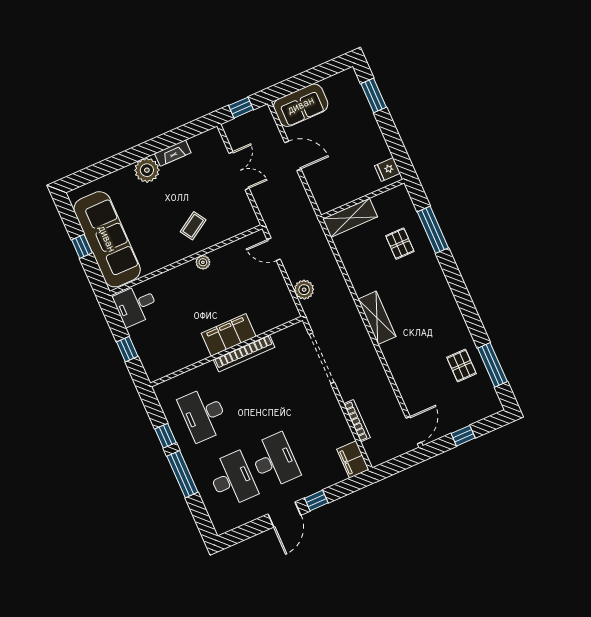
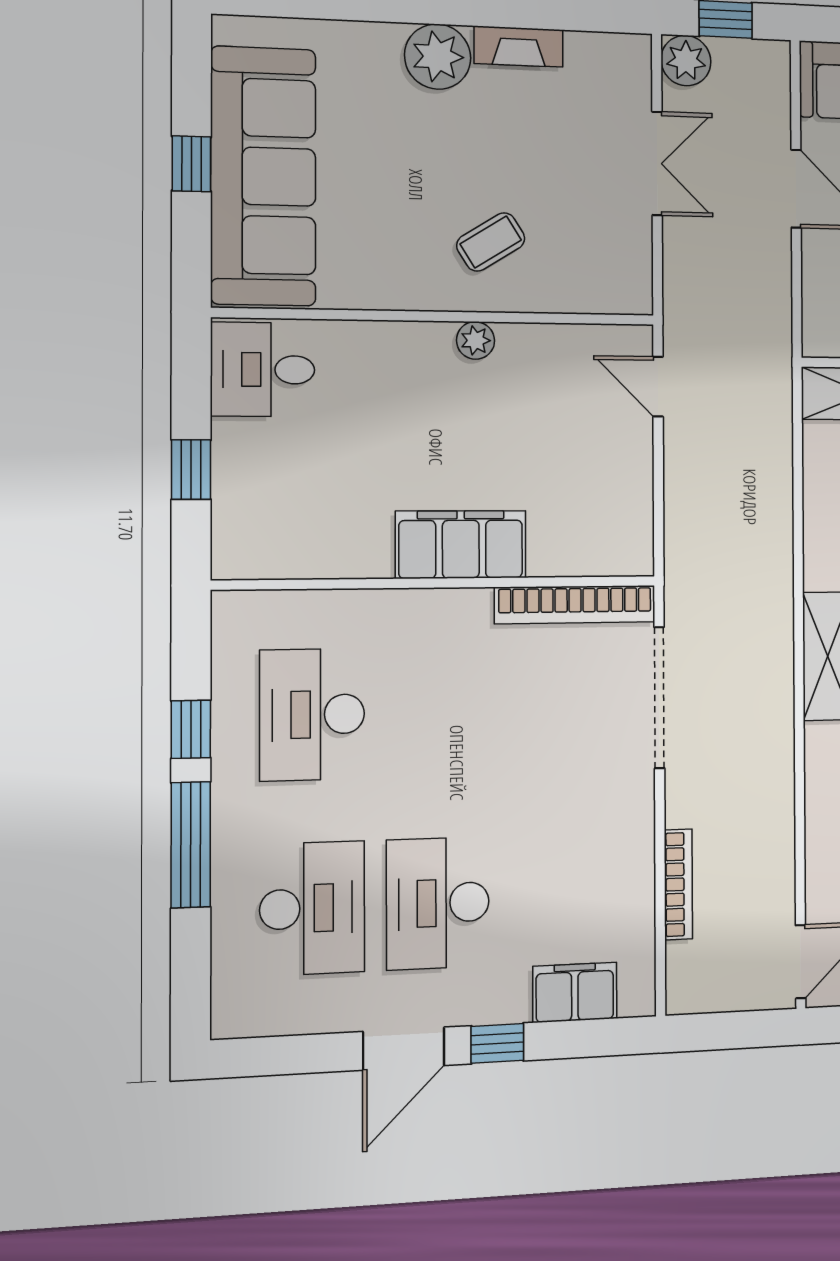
plant: (304, 290) -> (686, 61), moved
bookcase: (244, 353) -> (575, 605), moved
filing cabinet: (353, 459) -> (575, 992), moved, turned 90
desk: (275, 461) -> (438, 903), turned 180

